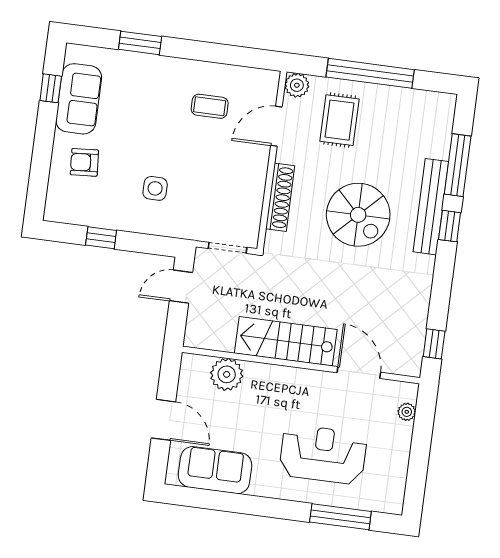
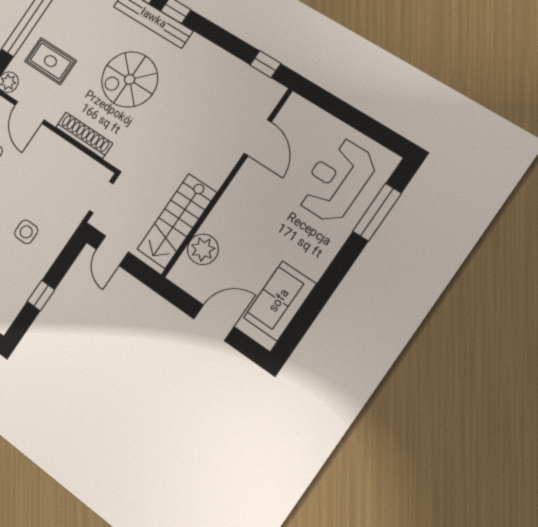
spiral stairs: (358, 215) -> (130, 79), turned 180
stairs: (286, 341) -> (177, 221), moved
door: (359, 373) -> (258, 138), swing flipped
plant: (407, 412) -> (312, 113), removed
reception desk: (323, 454) -> (336, 180), moved

